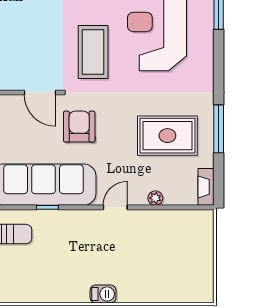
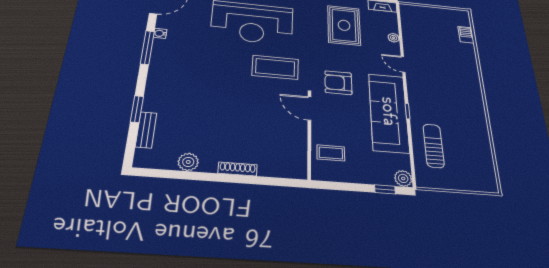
door: (40, 92) -> (309, 108), swing flipped
barbecue: (103, 294) -> (466, 35), moved

